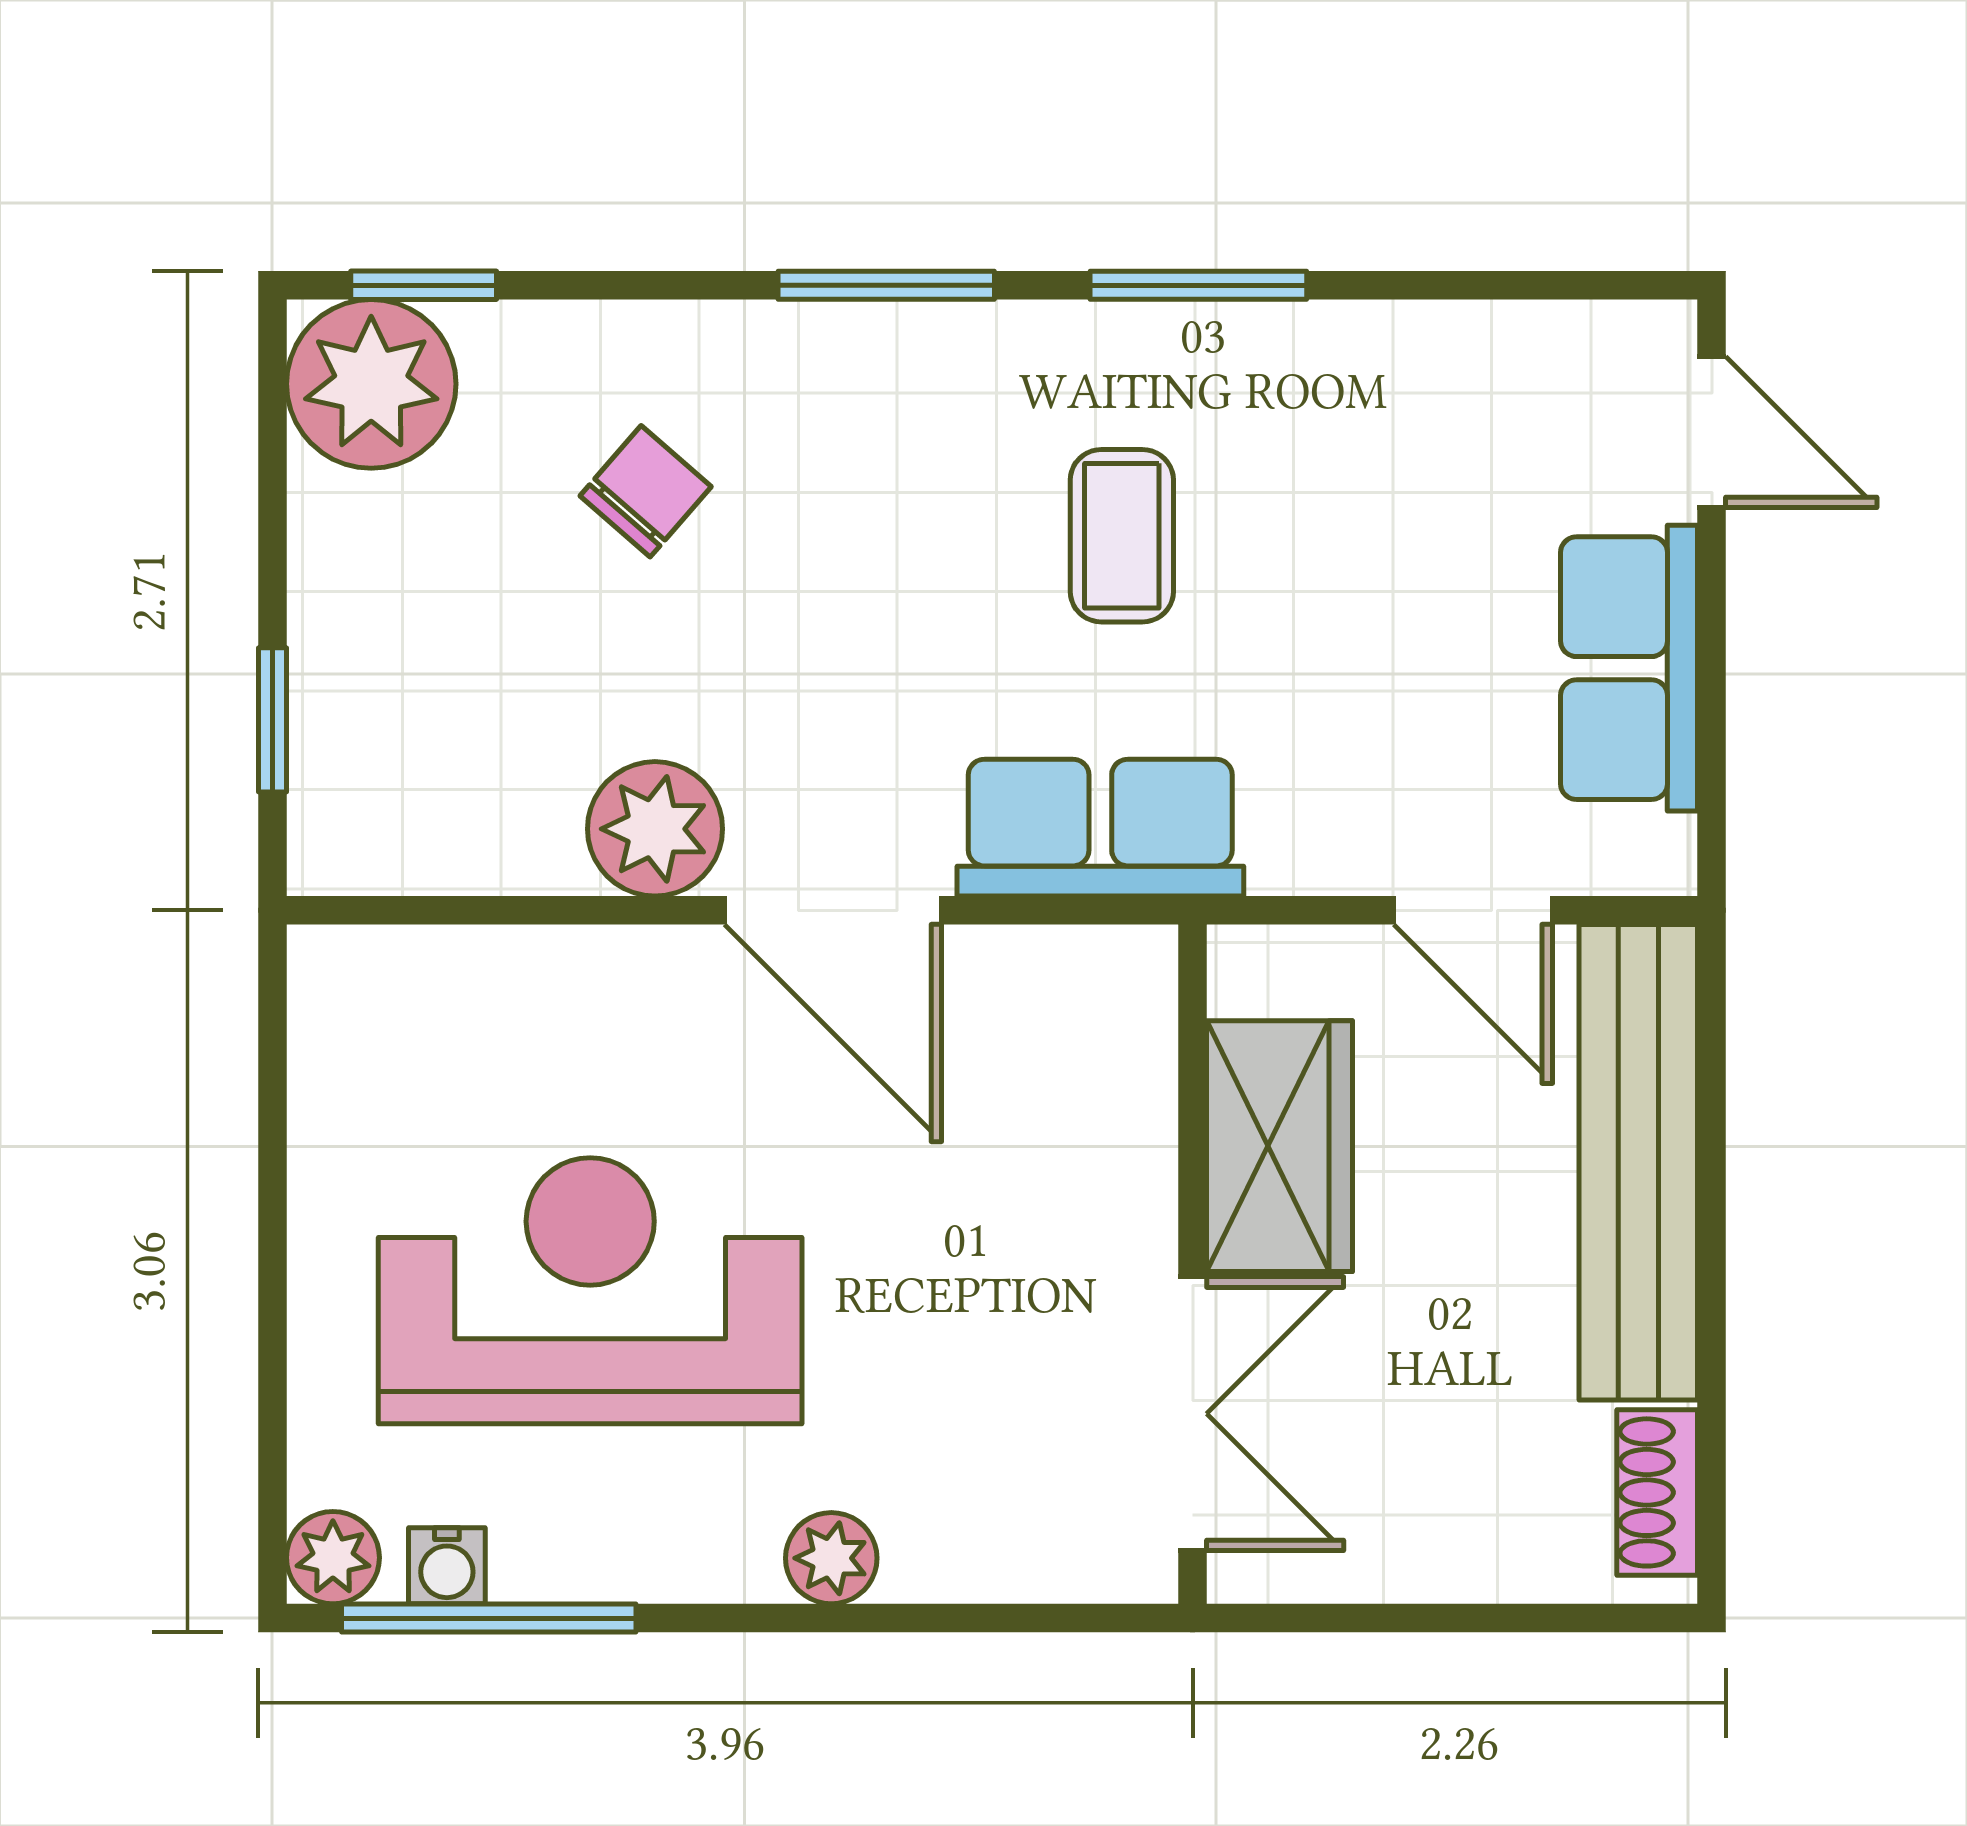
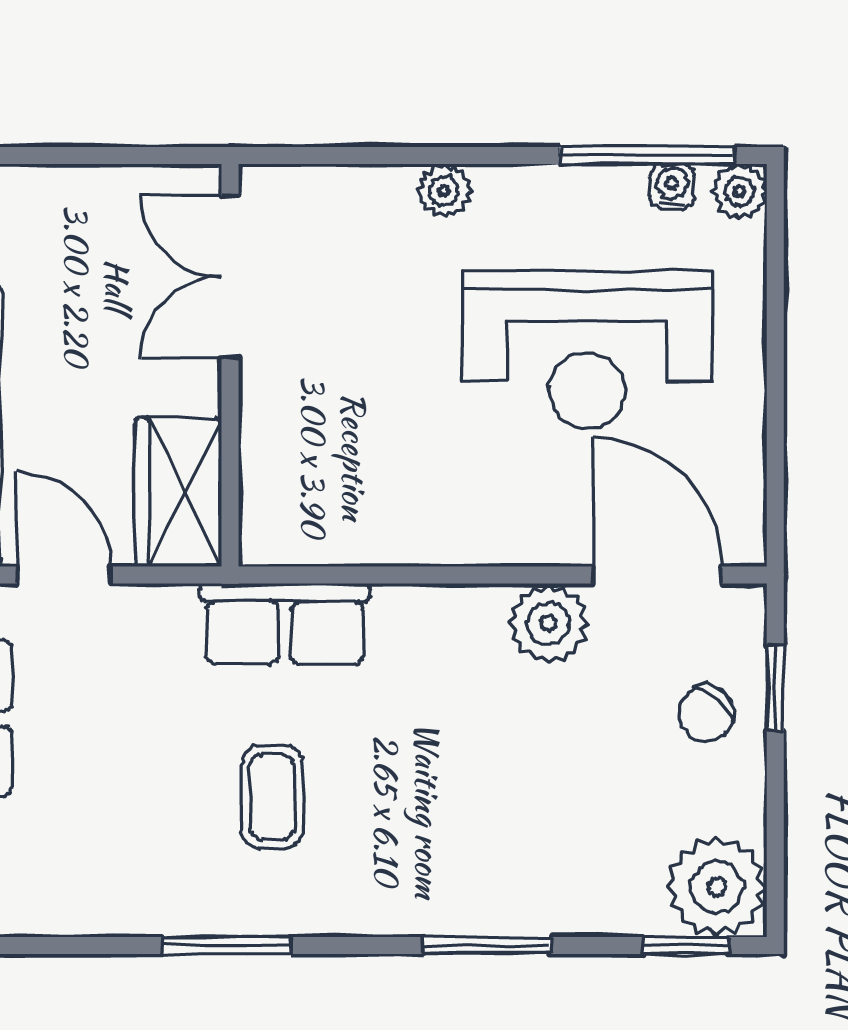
window: (886, 285) -> (488, 945), moved
chair: (646, 491) -> (706, 713), moved
door: (833, 910) -> (658, 575), moved
wardrobe: (1280, 1146) -> (178, 492), moved

